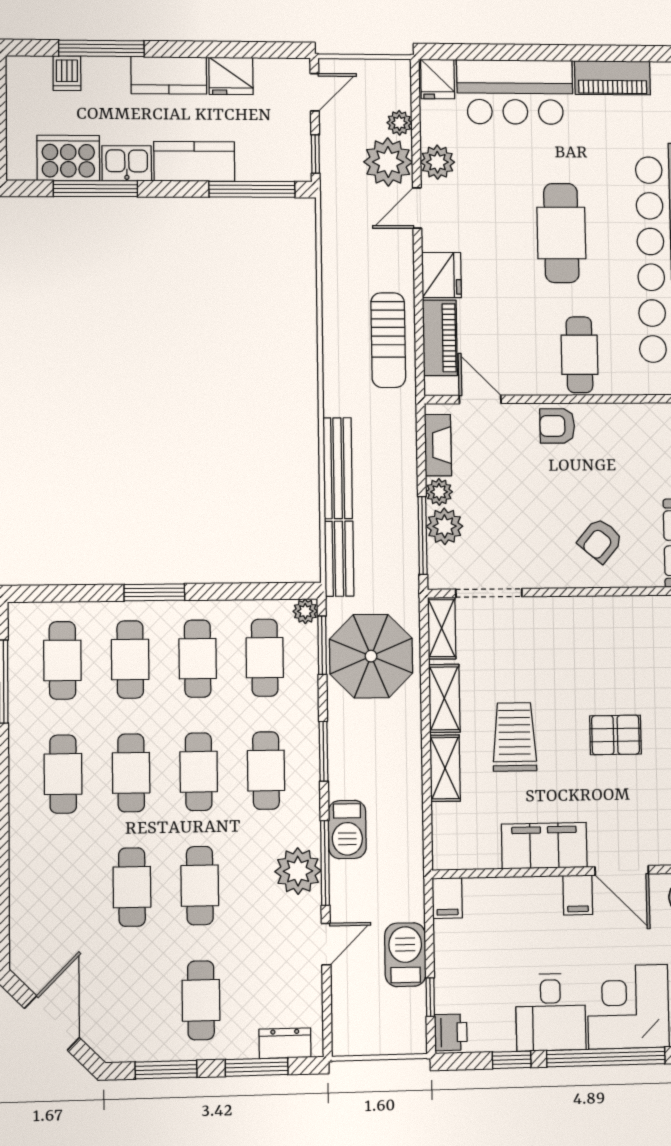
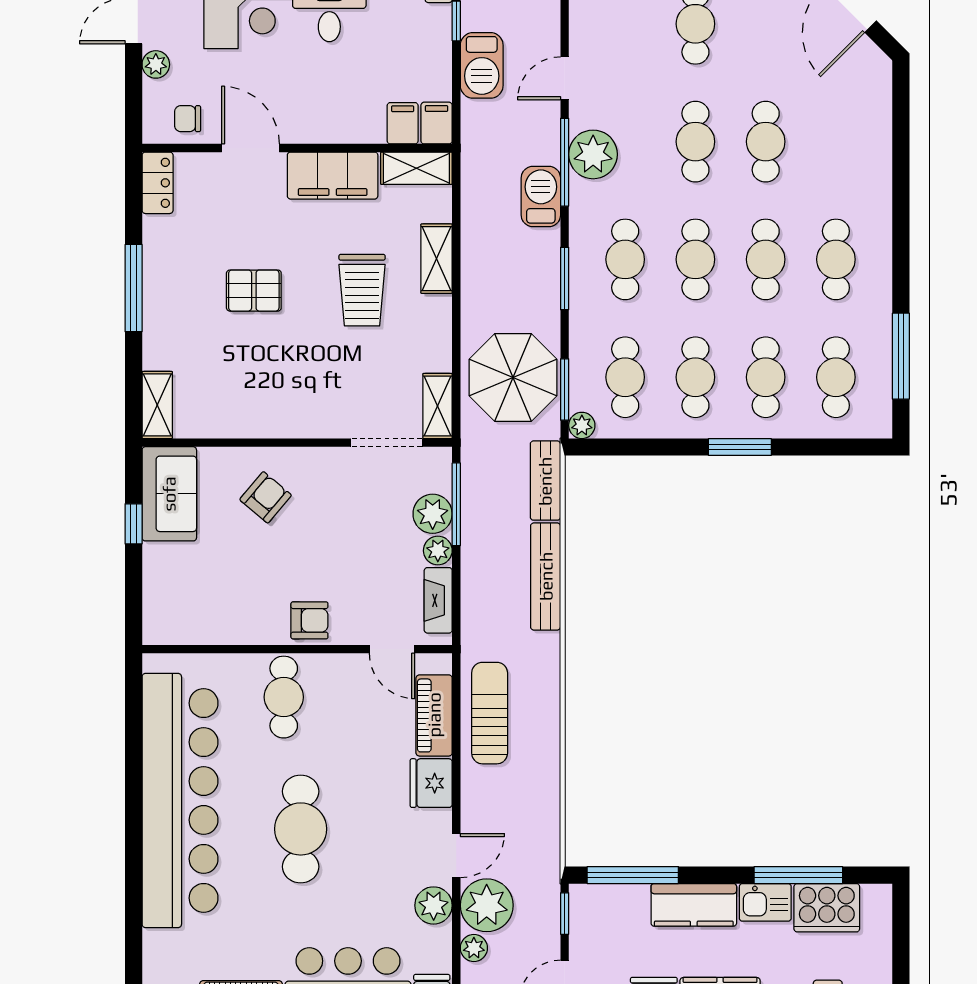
shelving: (444, 698) -> (416, 168), moved, turned 90
filing cabinet: (578, 895) -> (403, 123), moved

